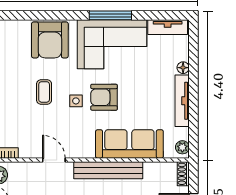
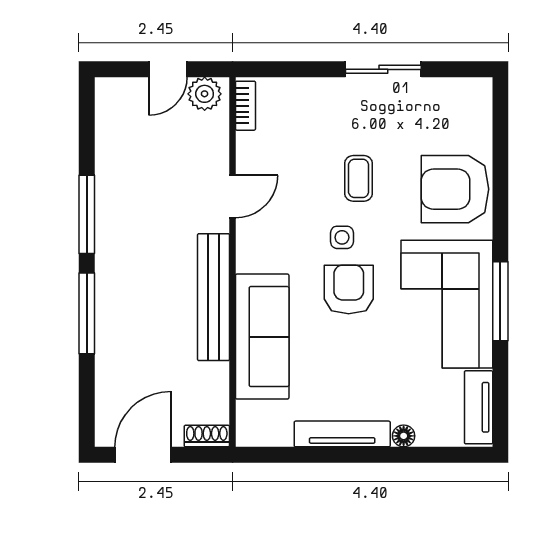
coffee table: (44, 92) -> (359, 178), turned 90
plant: (182, 147) -> (256, 434), removed

